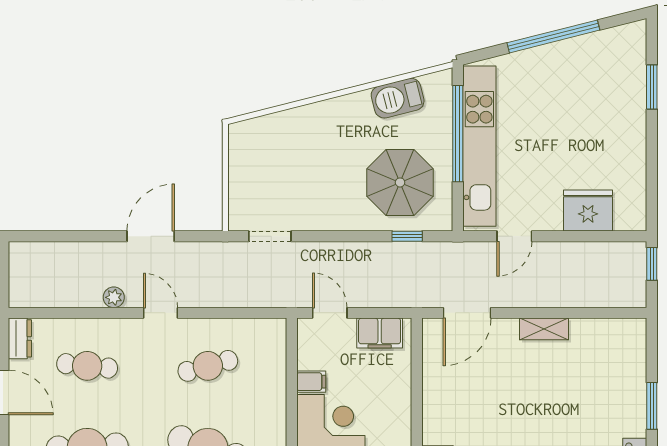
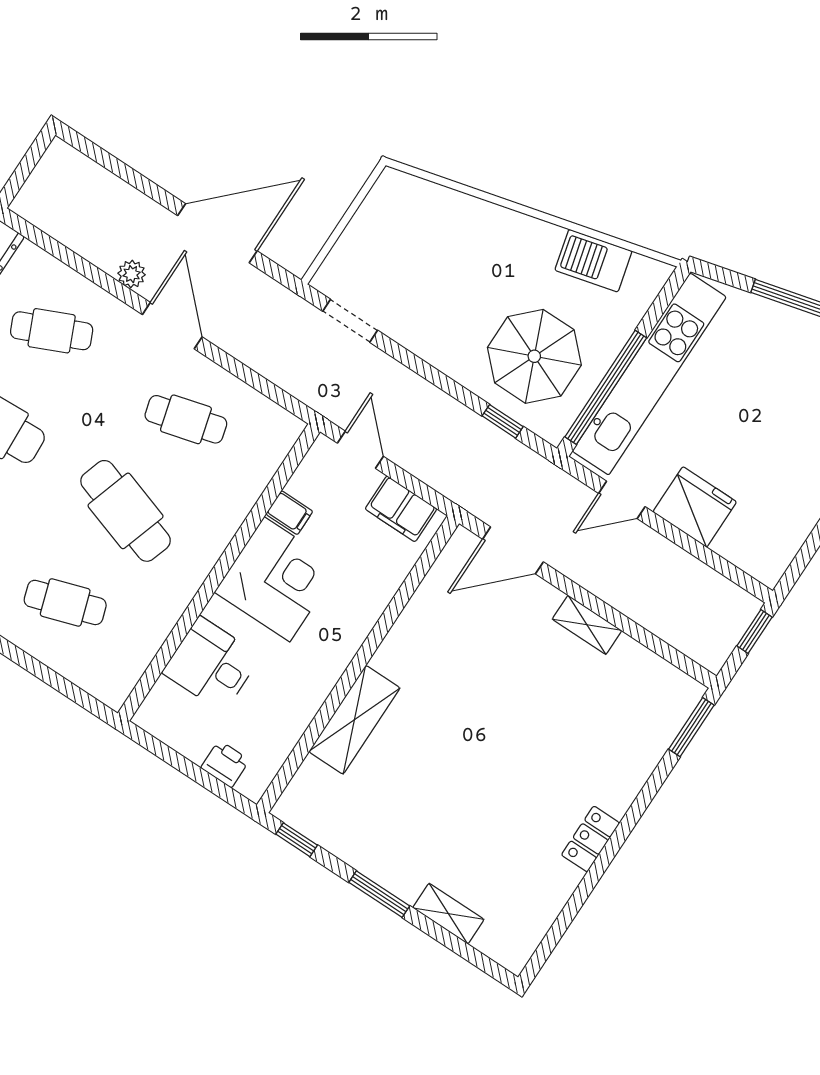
window: (458, 134) -> (606, 387), moved
fridge: (588, 211) -> (695, 507), moved
door: (151, 236) -> (217, 233), width x1.36
door: (161, 313) -> (172, 326), width x1.38
cafe table: (87, 366) -> (52, 331), turned -30
window: (652, 406) -> (691, 727), moved

